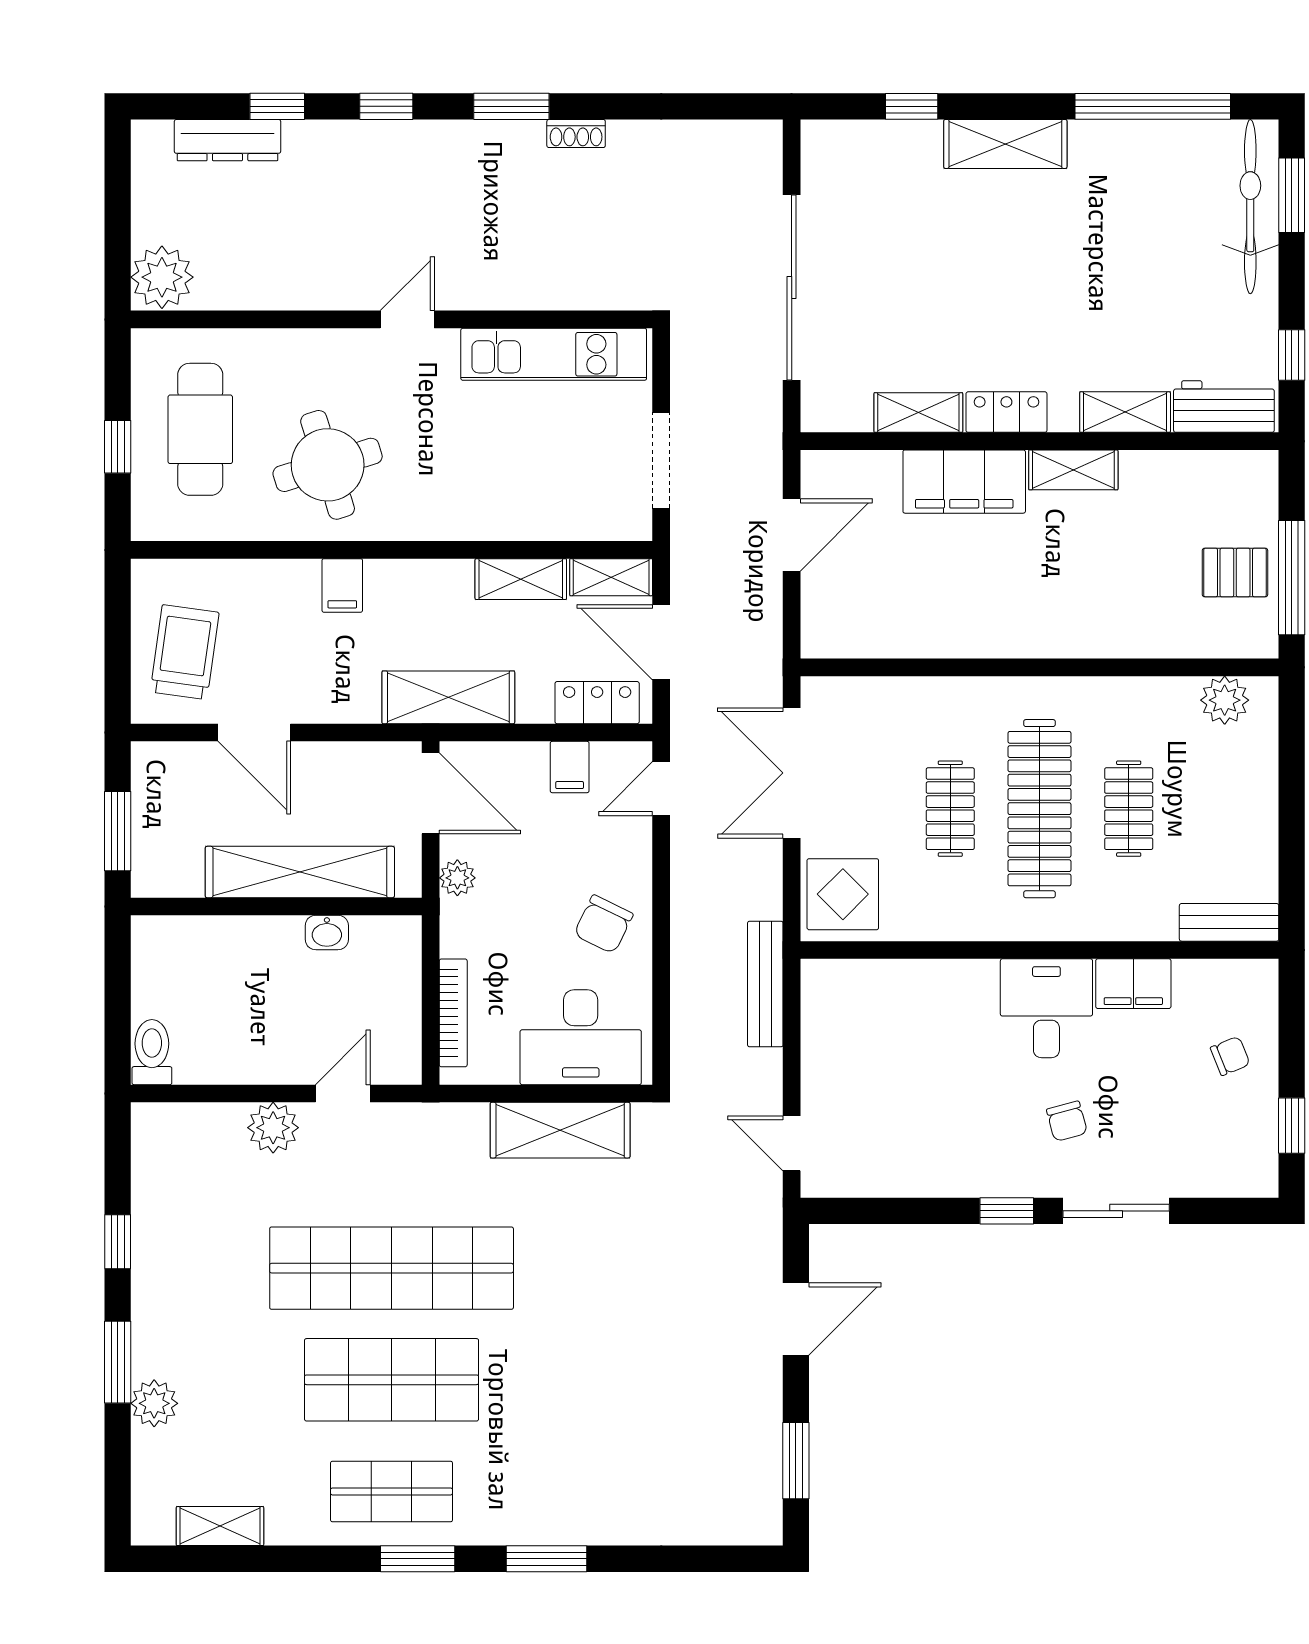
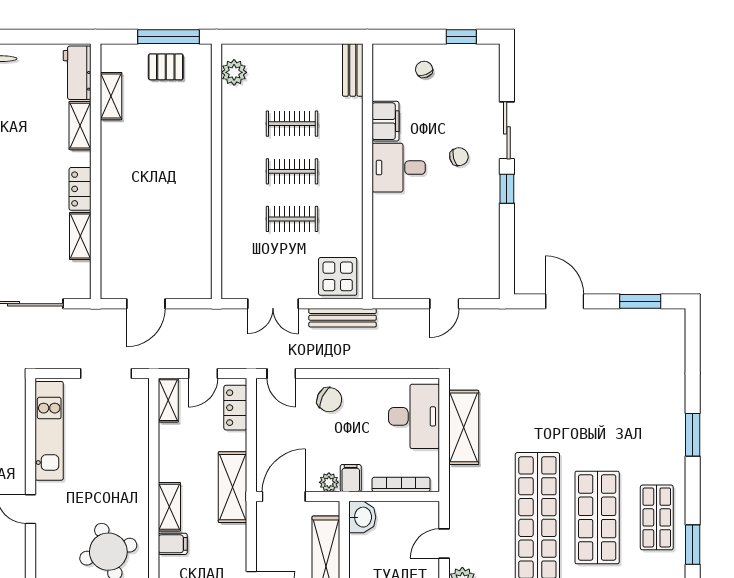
window: (1292, 355) -> (50, 37), removed
shelving: (1073, 470) -> (111, 96), moved
filing cabinet: (964, 482) -> (117, 212), removed
door: (792, 535) -> (146, 304), swing flipped
pallet: (1235, 573) -> (166, 67), turned 90
shelving: (521, 579) -> (169, 507), moved
door: (661, 642) -> (203, 373), width x0.73
filing cabinet: (570, 767) -> (351, 478), moved, turned -90
double door: (792, 773) -> (273, 304), width x0.73
clothes rail: (1039, 809) -> (292, 171), width x0.54, depth x0.76
chair: (603, 924) -> (329, 400), moved
washbasin: (327, 933) -> (362, 517), moved, width x1.38, depth x1.45
bench: (765, 984) -> (343, 318), moved
door: (343, 1093) -> (444, 544), hinge flipped
door: (792, 1143) -> (444, 304), moved
window: (418, 1559) -> (693, 545), moved

